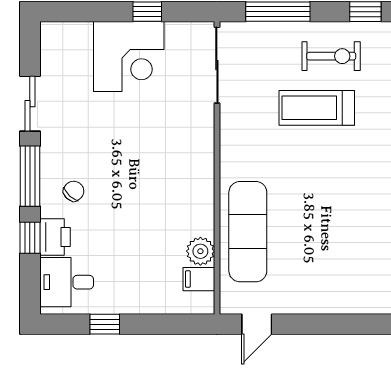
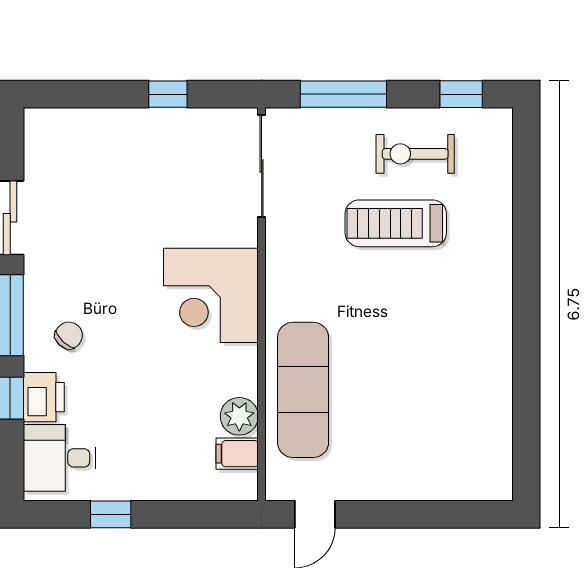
exercise bike: (331, 56) -> (415, 154), turned 180
corner desk: (129, 57) -> (211, 295), moved, turned 90

